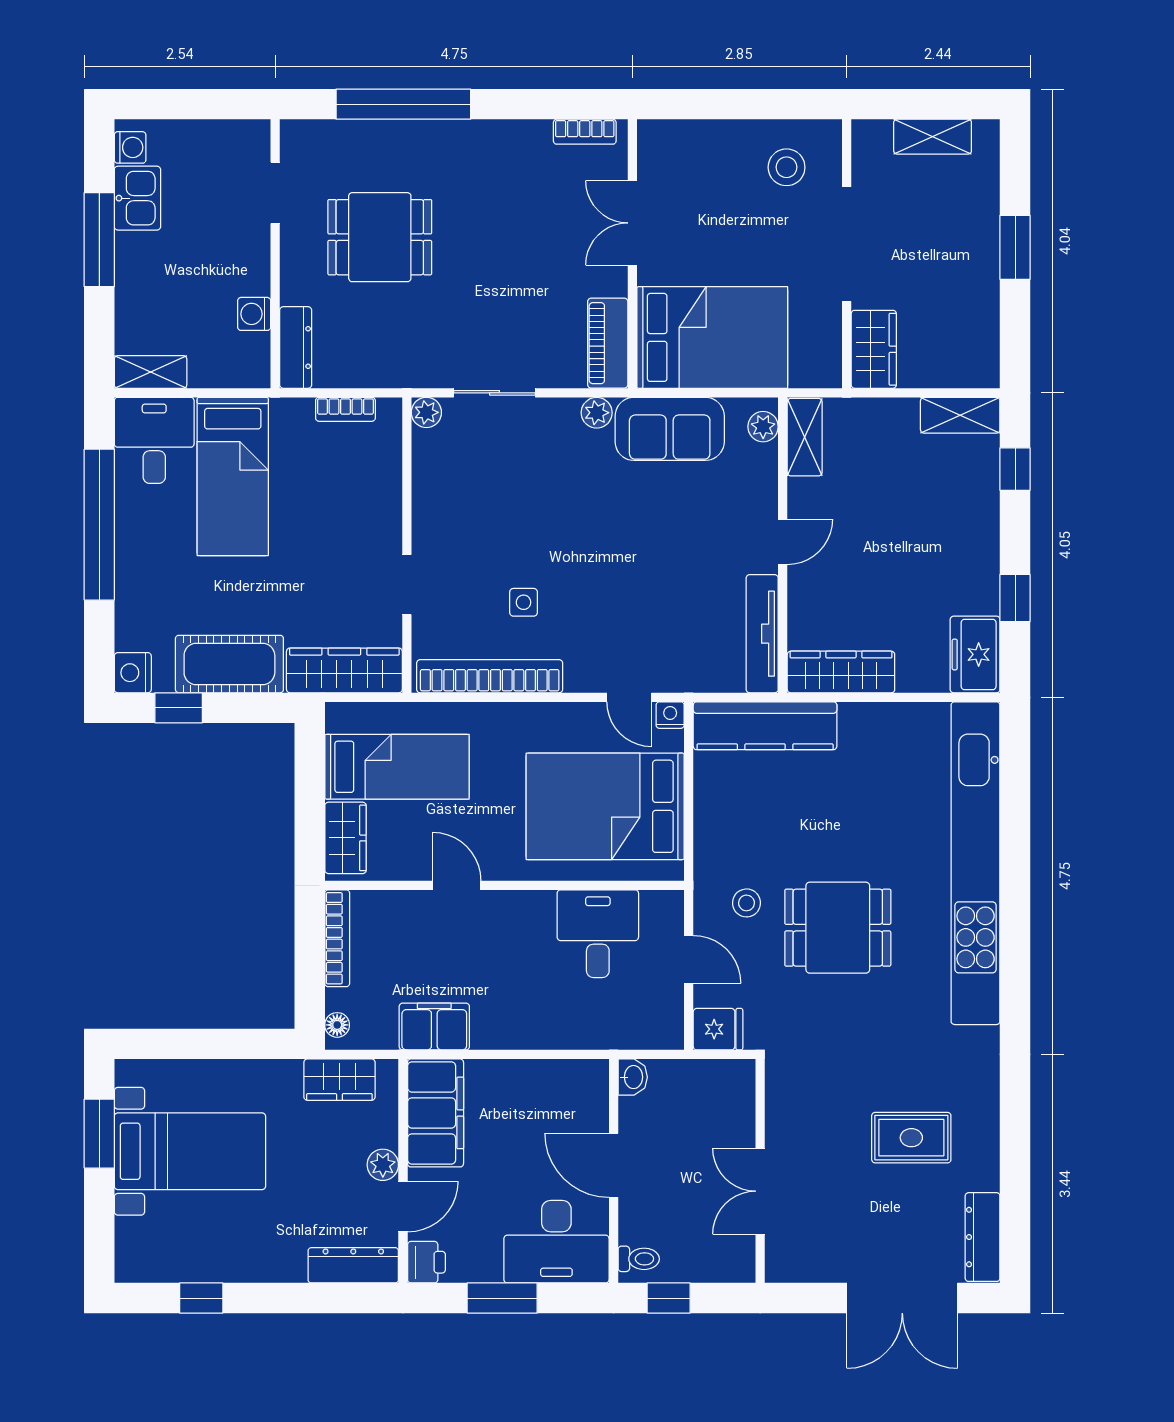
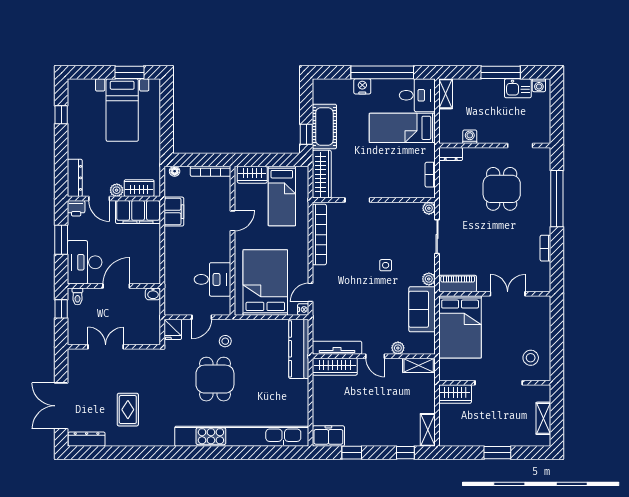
bookcase: (585, 132) -> (545, 248), moved
dresser: (296, 348) -> (451, 154), width x0.70
plant: (763, 427) -> (398, 348), moved
side table: (524, 602) -> (386, 265), moved
wardrobe: (841, 672) -> (335, 367), moved, turned 90
nightstand: (133, 673) -> (362, 86), moved
window: (179, 708) -> (306, 134), moved
wardrobe: (339, 1080) -> (139, 188), moved, turned 90

